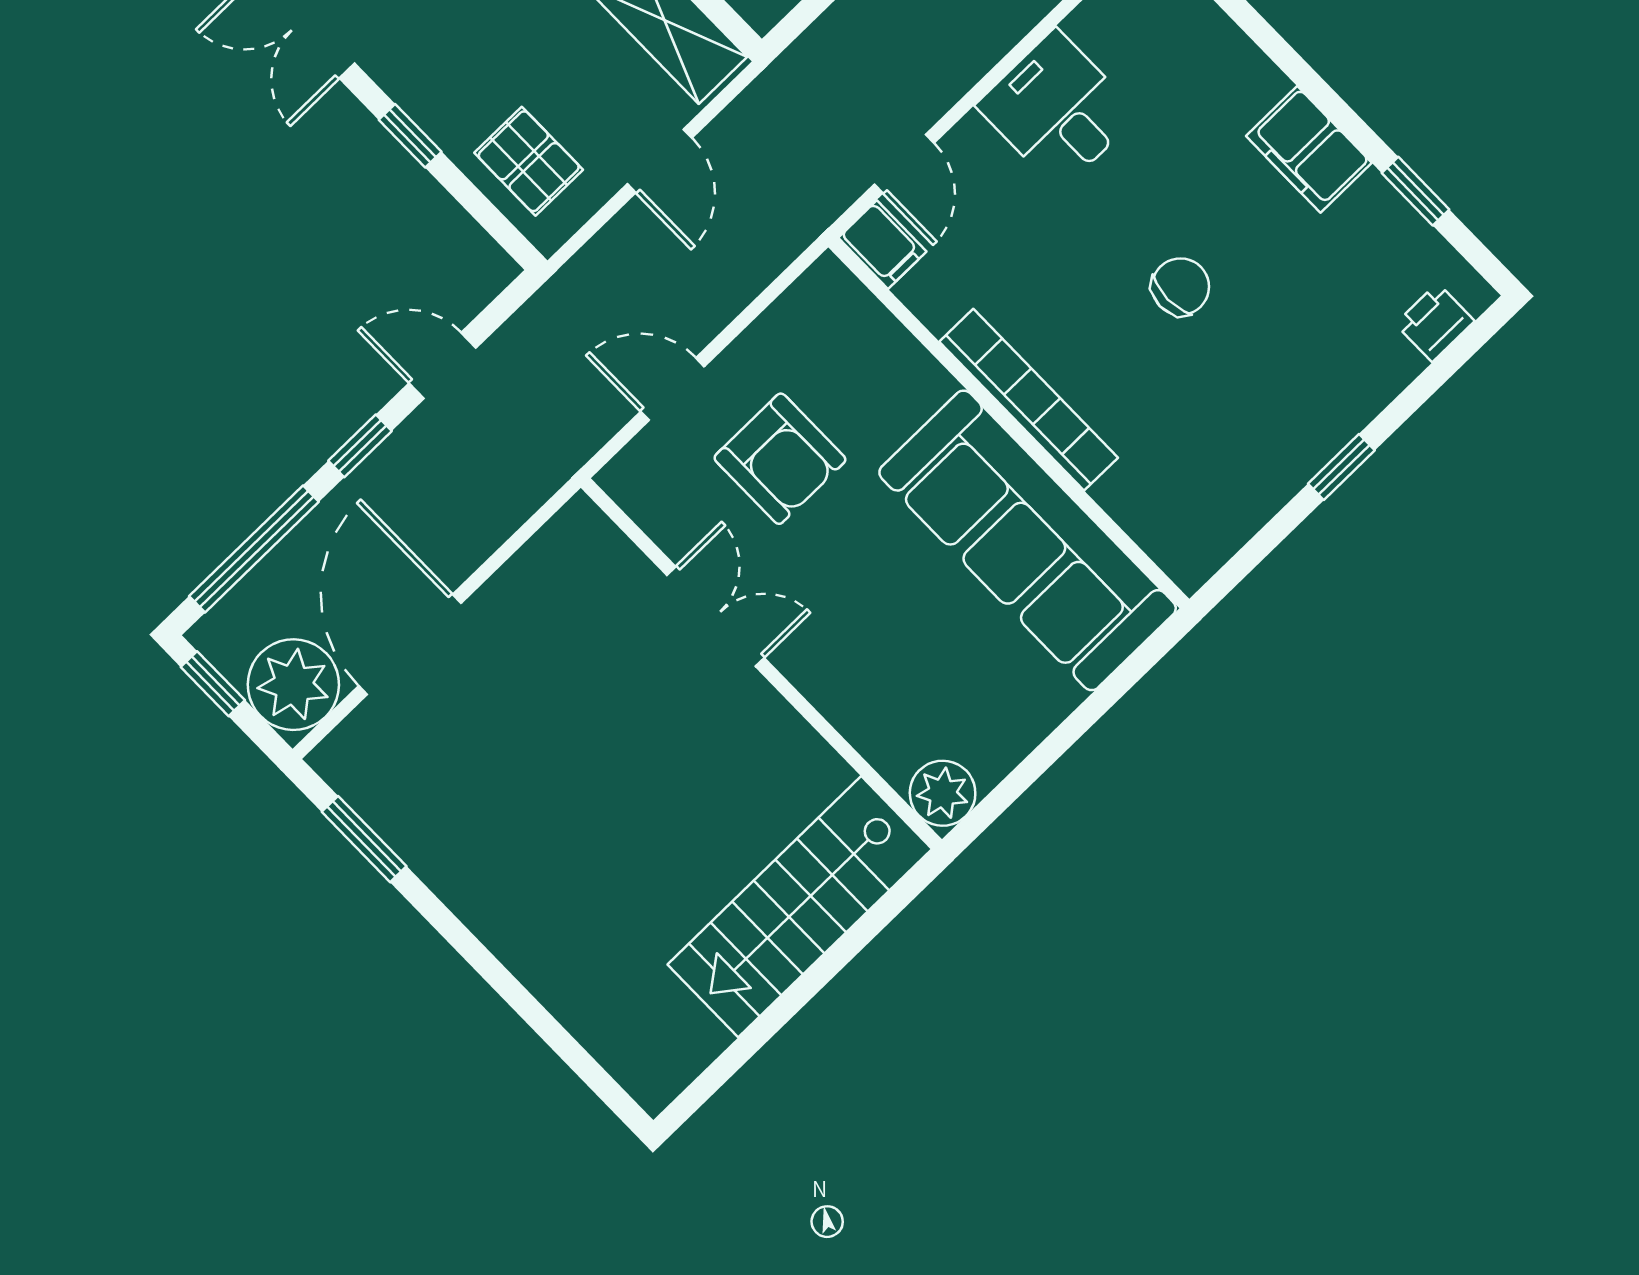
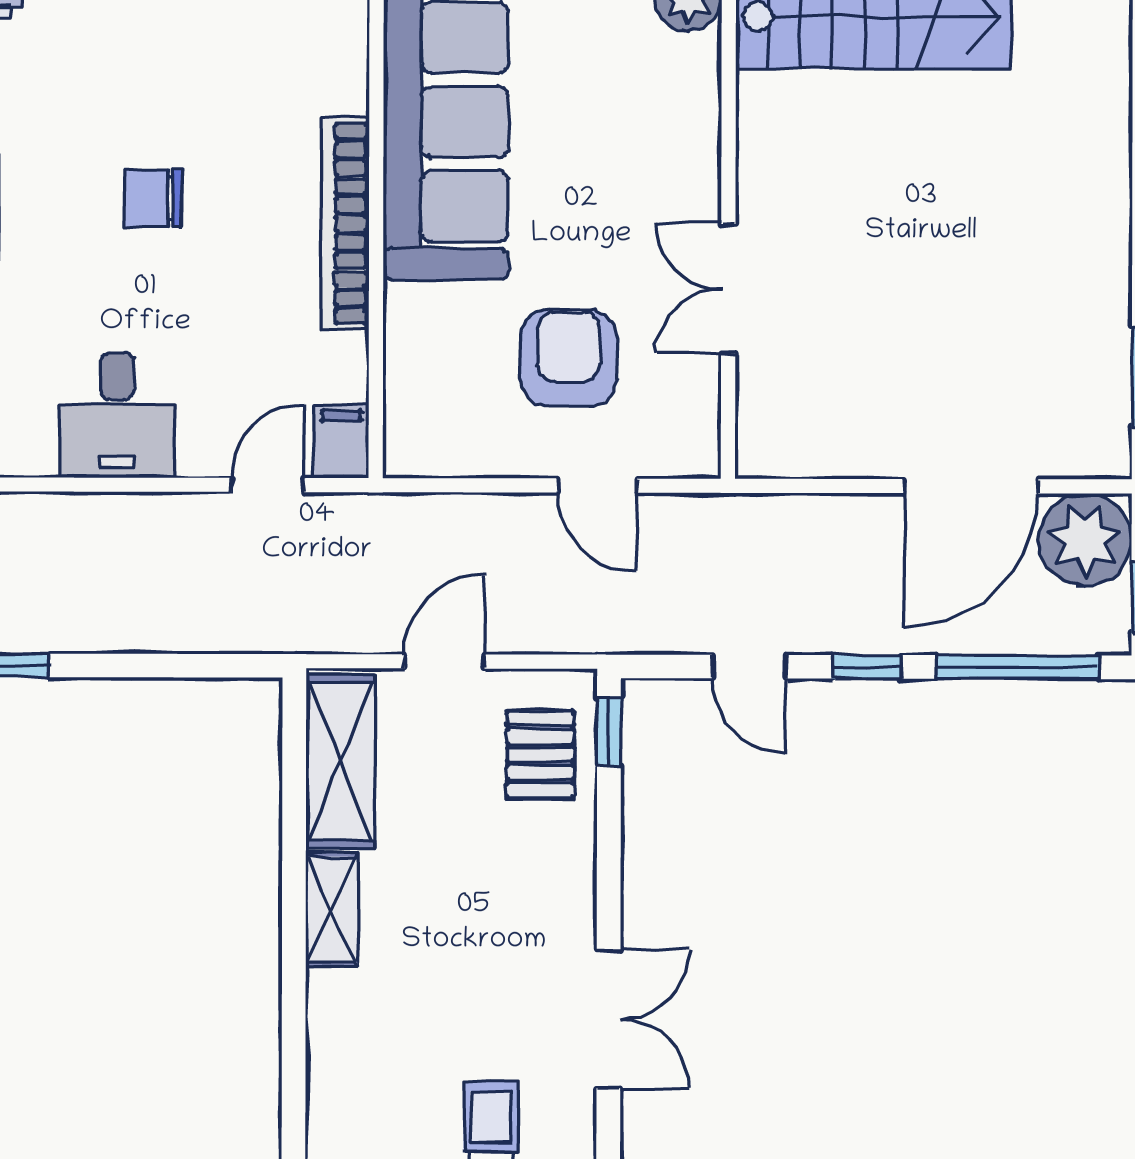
window: (410, 136) -> (609, 731), moved

